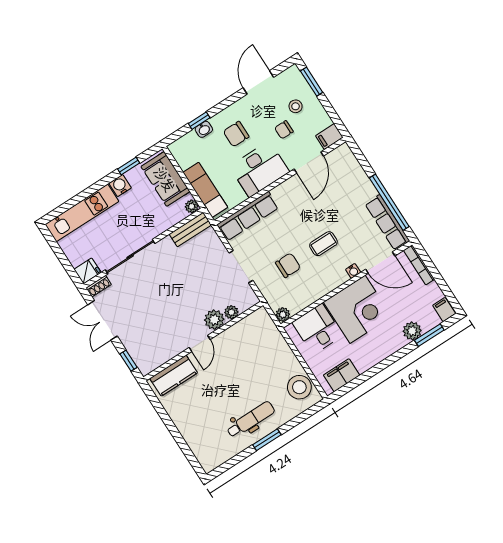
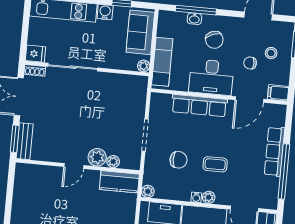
window: (199, 121) -> (196, 10), width x2.17
chair: (236, 134) -> (214, 40), turned -112
row of seats: (248, 216) -> (199, 106), moved
row of seats: (387, 222) -> (275, 152), moved
bench: (190, 230) -> (25, 141), moved, turned 90
water cooler: (353, 271) -> (196, 197), moved
plant: (341, 277) -> (209, 197), added
window: (128, 361) -> (15, 139), width x1.50
kitchen counter: (174, 376) -> (119, 182), moved

